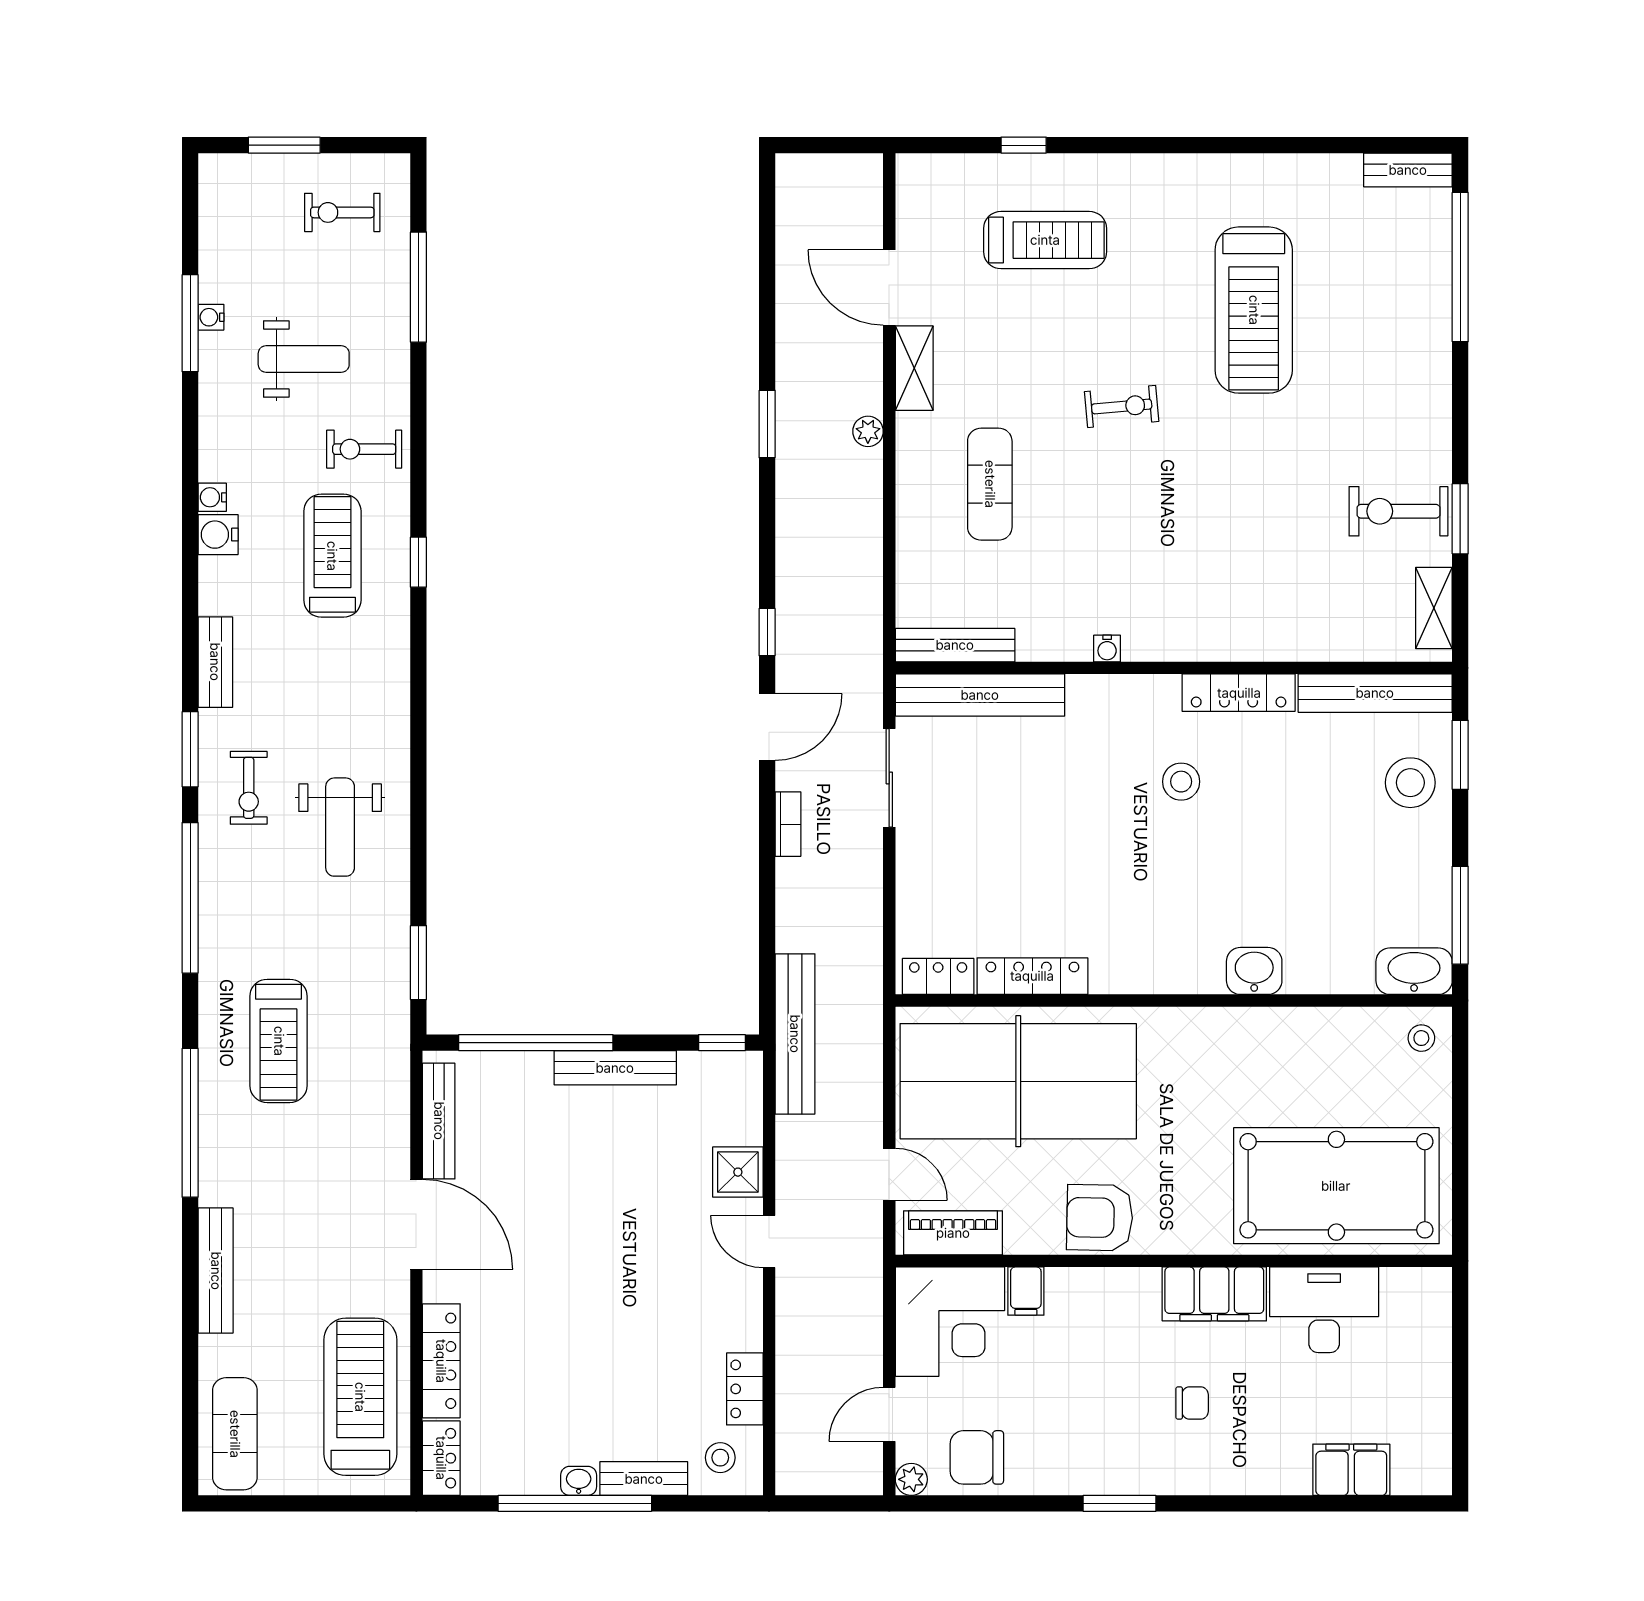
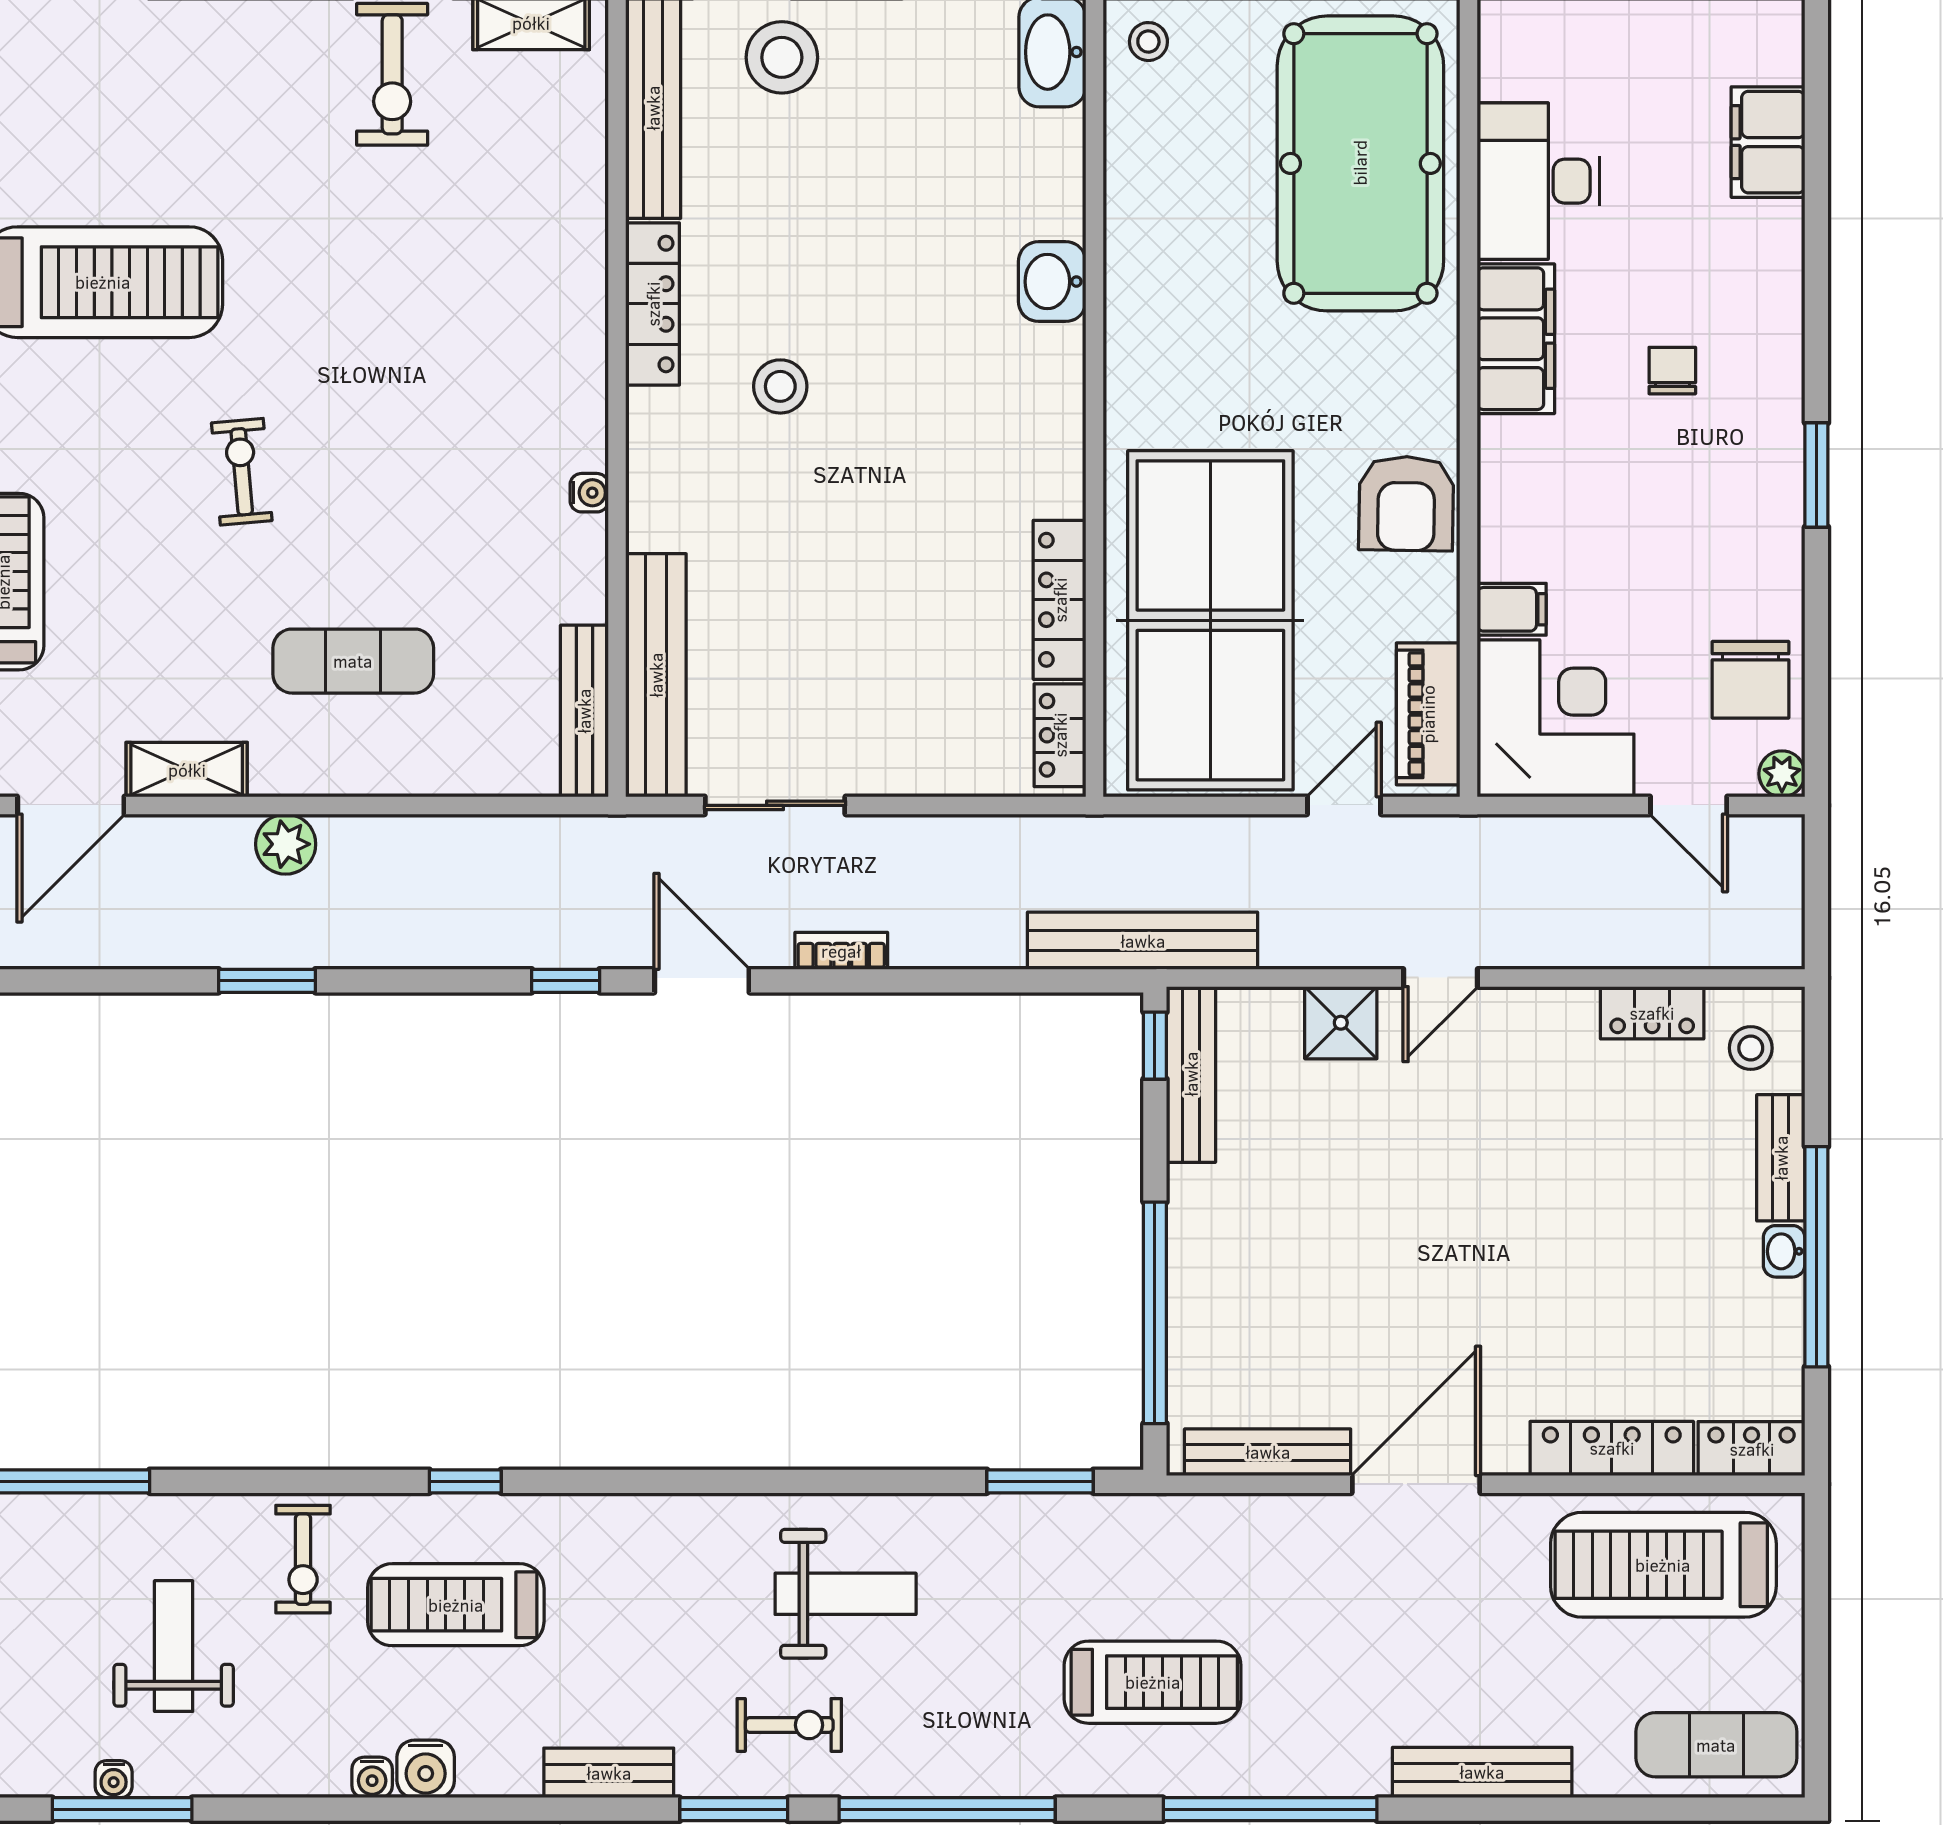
plant: (868, 431) -> (286, 844), width x1.38, depth x1.38
bench: (615, 1068) -> (1191, 1074), moved

